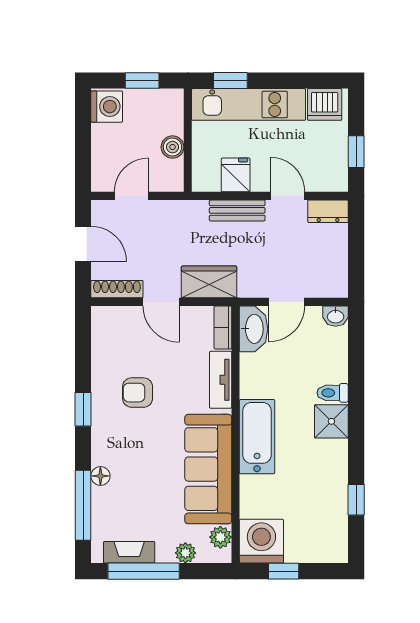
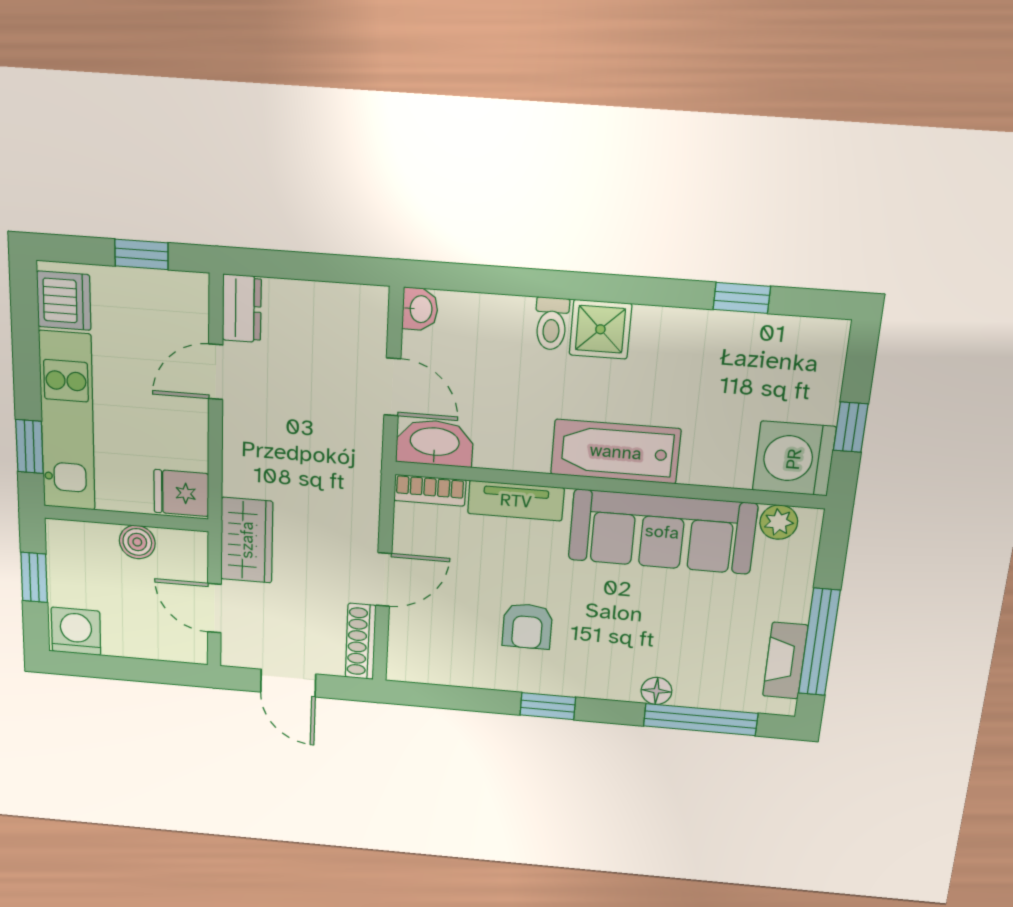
fridge: (236, 175) -> (181, 493), moved
bench: (237, 210) -> (239, 453), removed
door: (83, 244) -> (288, 683), swing flipped
wardrobe: (209, 282) -> (247, 540), moved, turned 180
plant: (185, 553) -> (798, 577), removed

